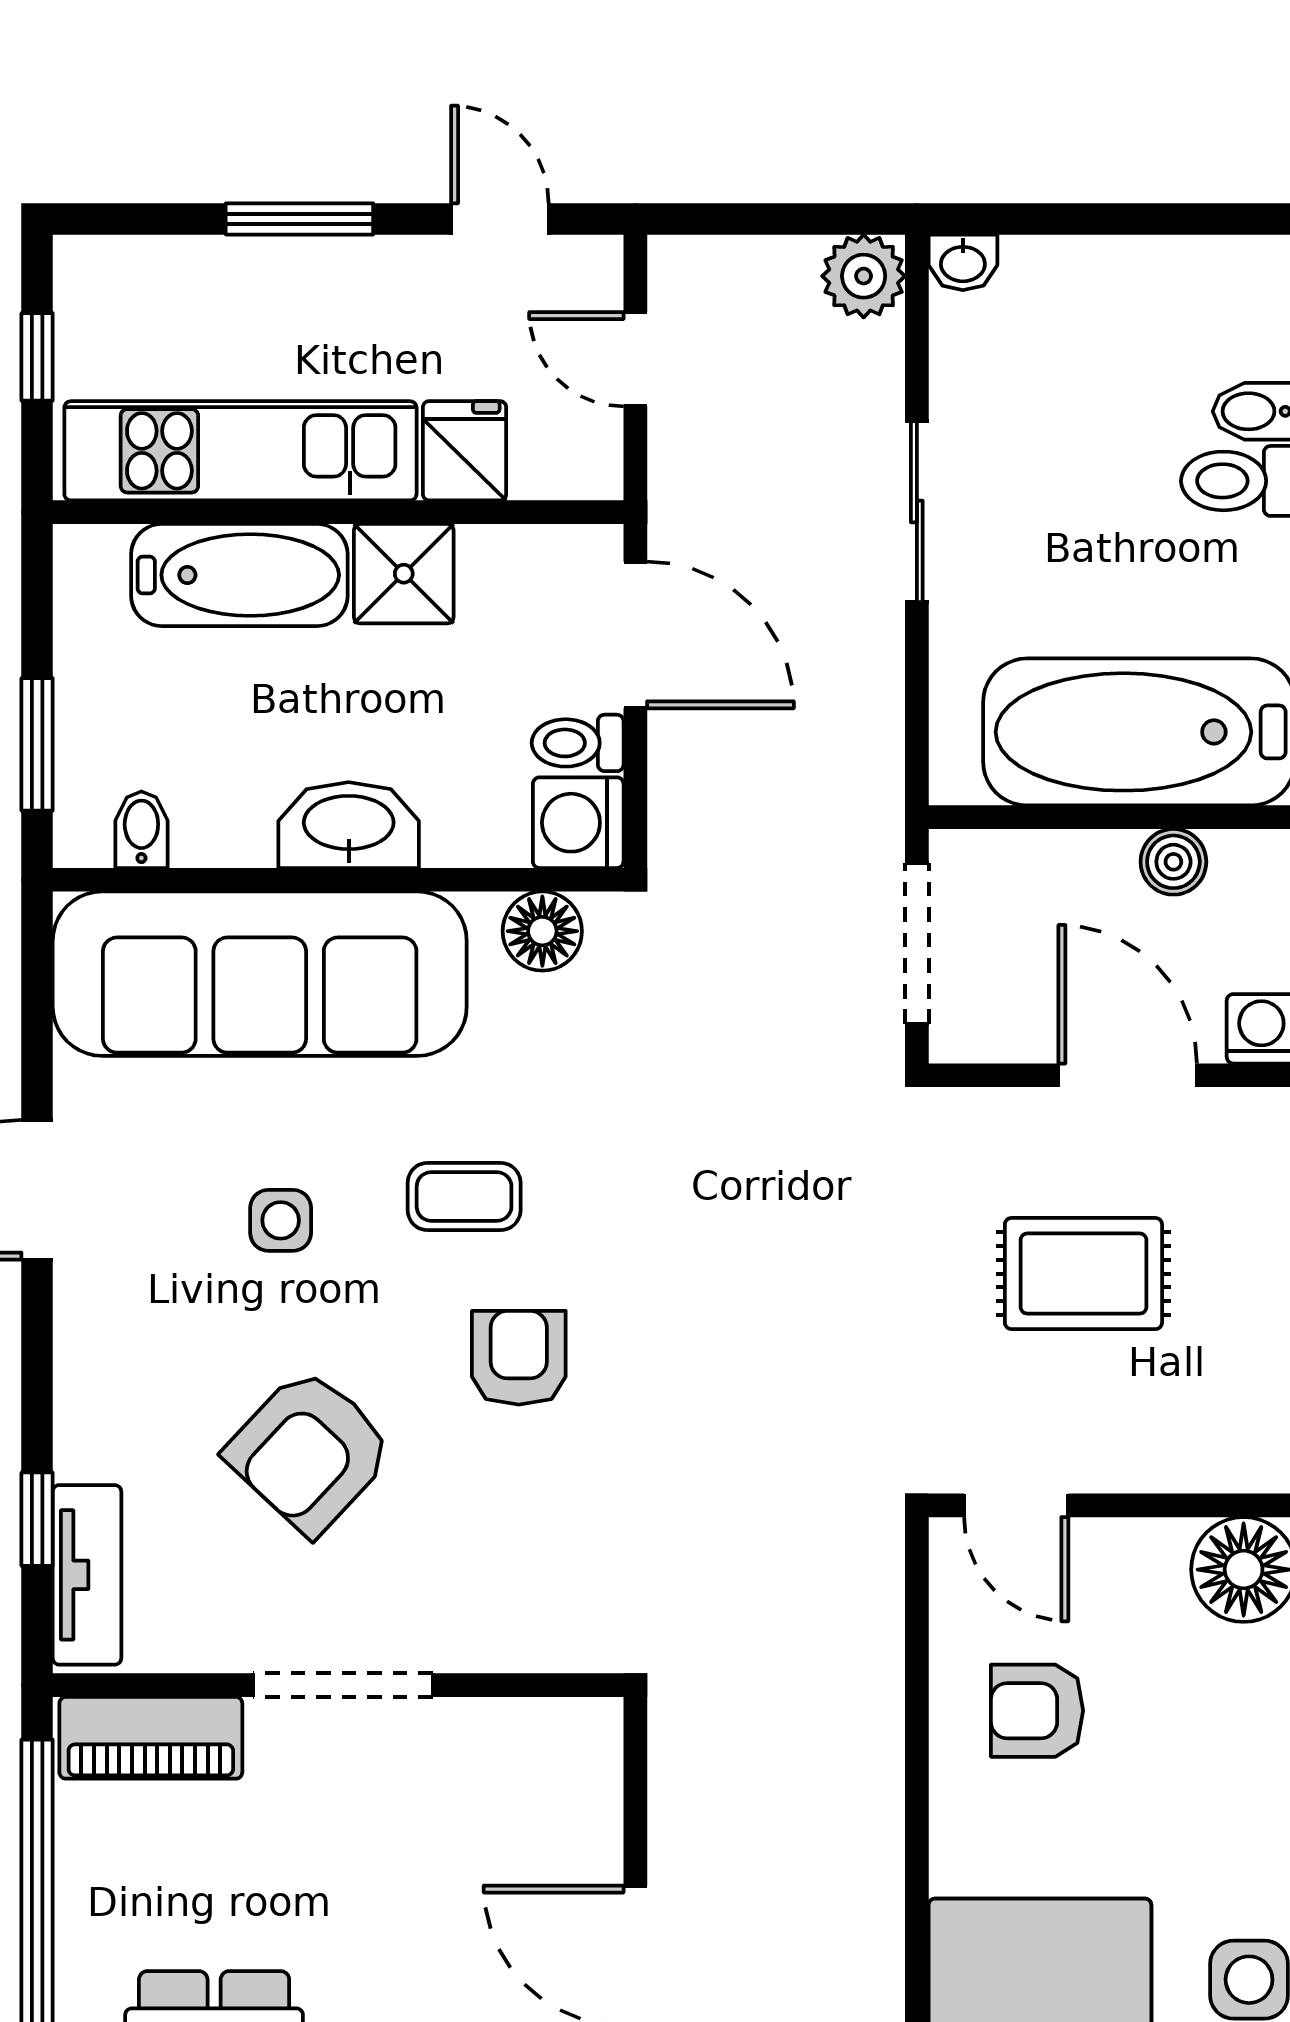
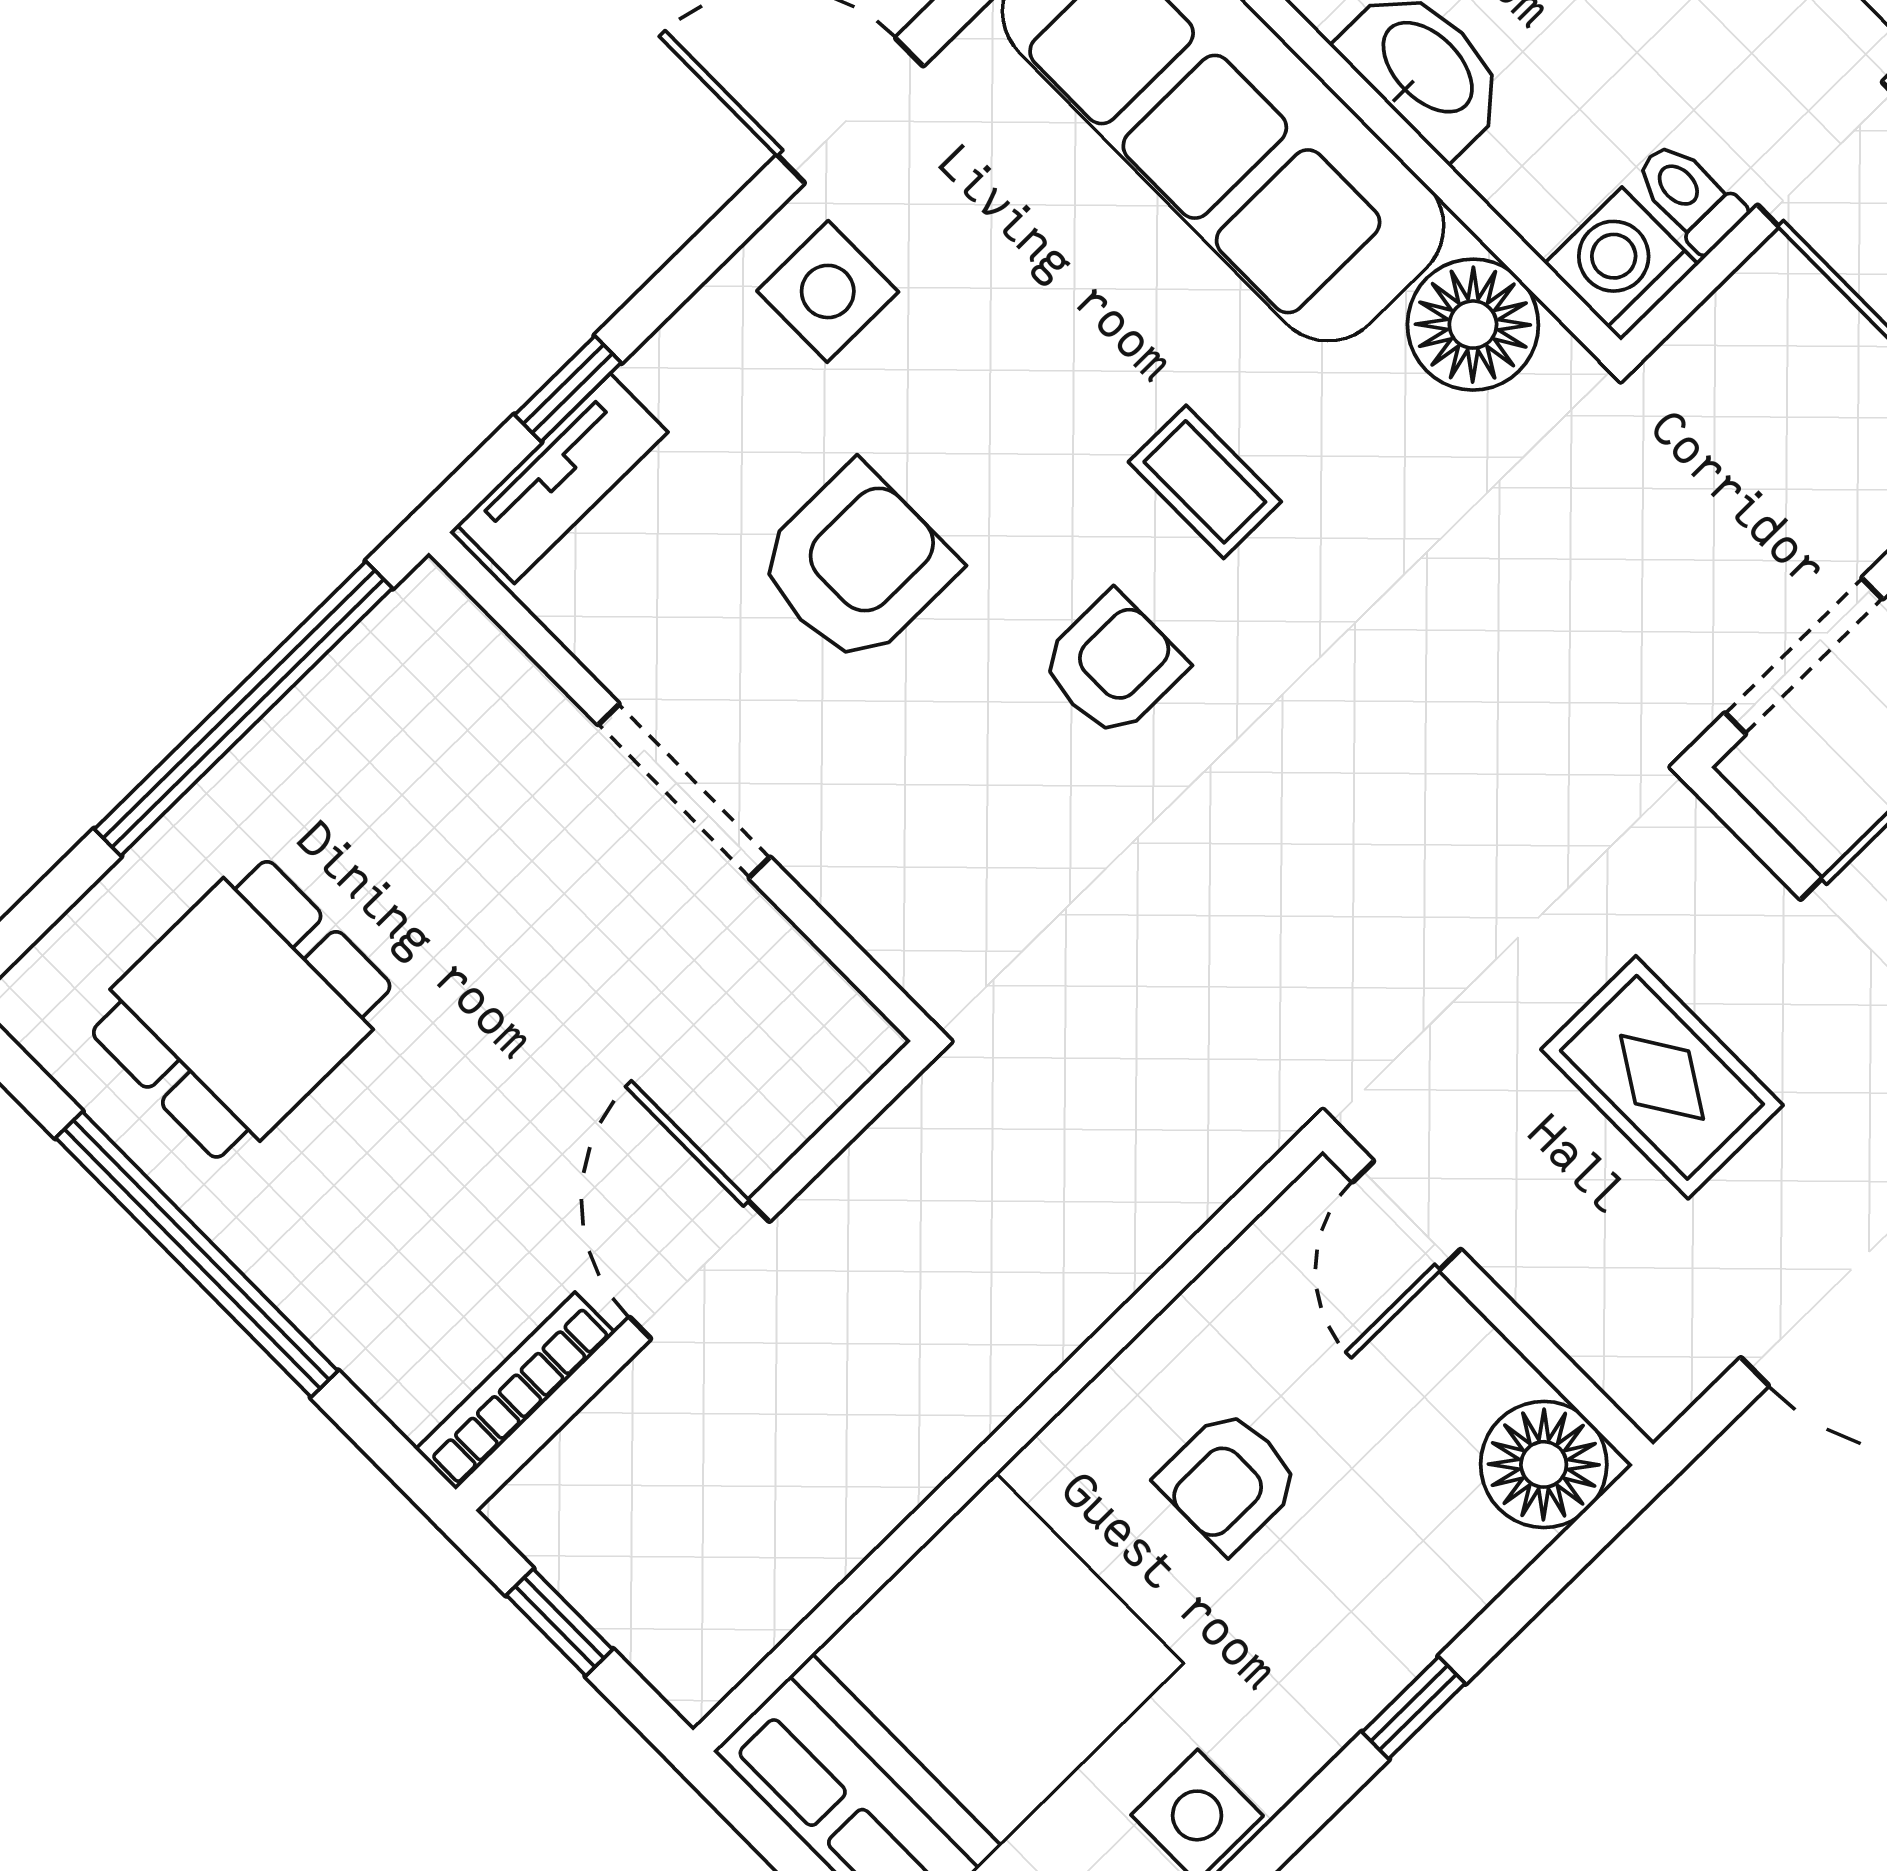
floor lamp: (542, 931) -> (1473, 325), width x1.38, depth x1.38
side table: (281, 1220) -> (828, 291), moved, width x1.37, depth x1.37
armchair: (310, 1451) -> (856, 565), turned 137
armchair: (1037, 1711) -> (1229, 1481), moved, turned -90
piano: (151, 1738) -> (477, 671), removed

